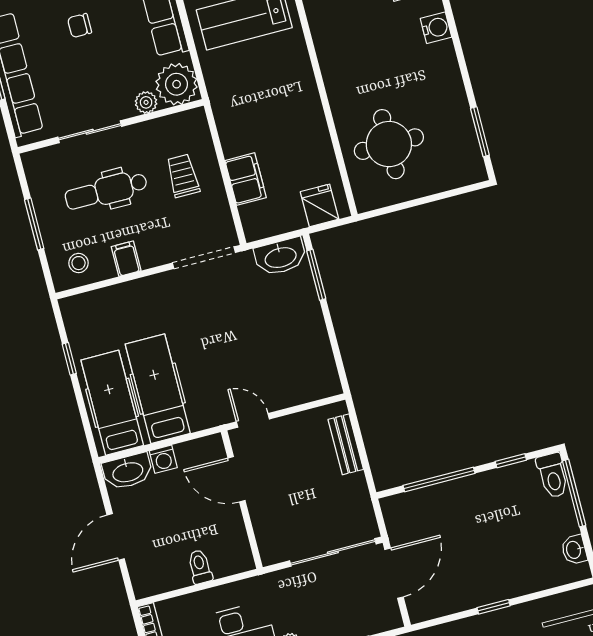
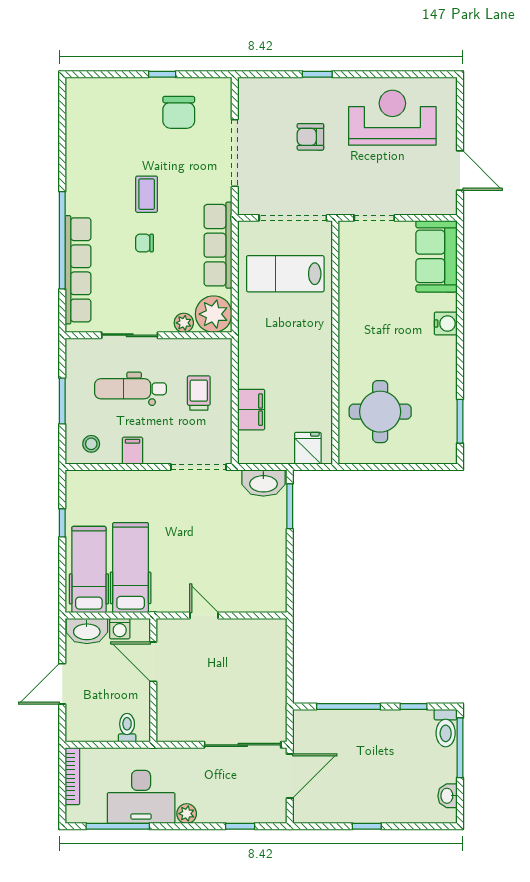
bench: (346, 444) -> (277, 656), removed
door: (237, 479) -> (153, 662), moved
wall: (242, 500) -> (153, 680), moved

